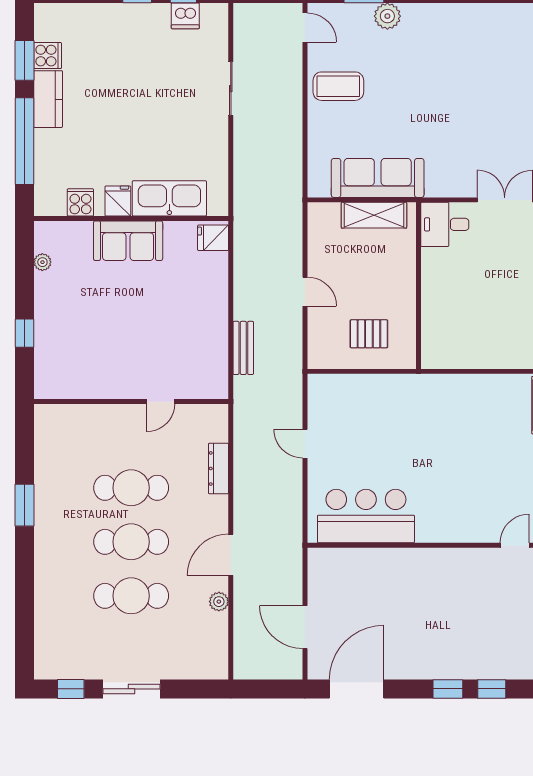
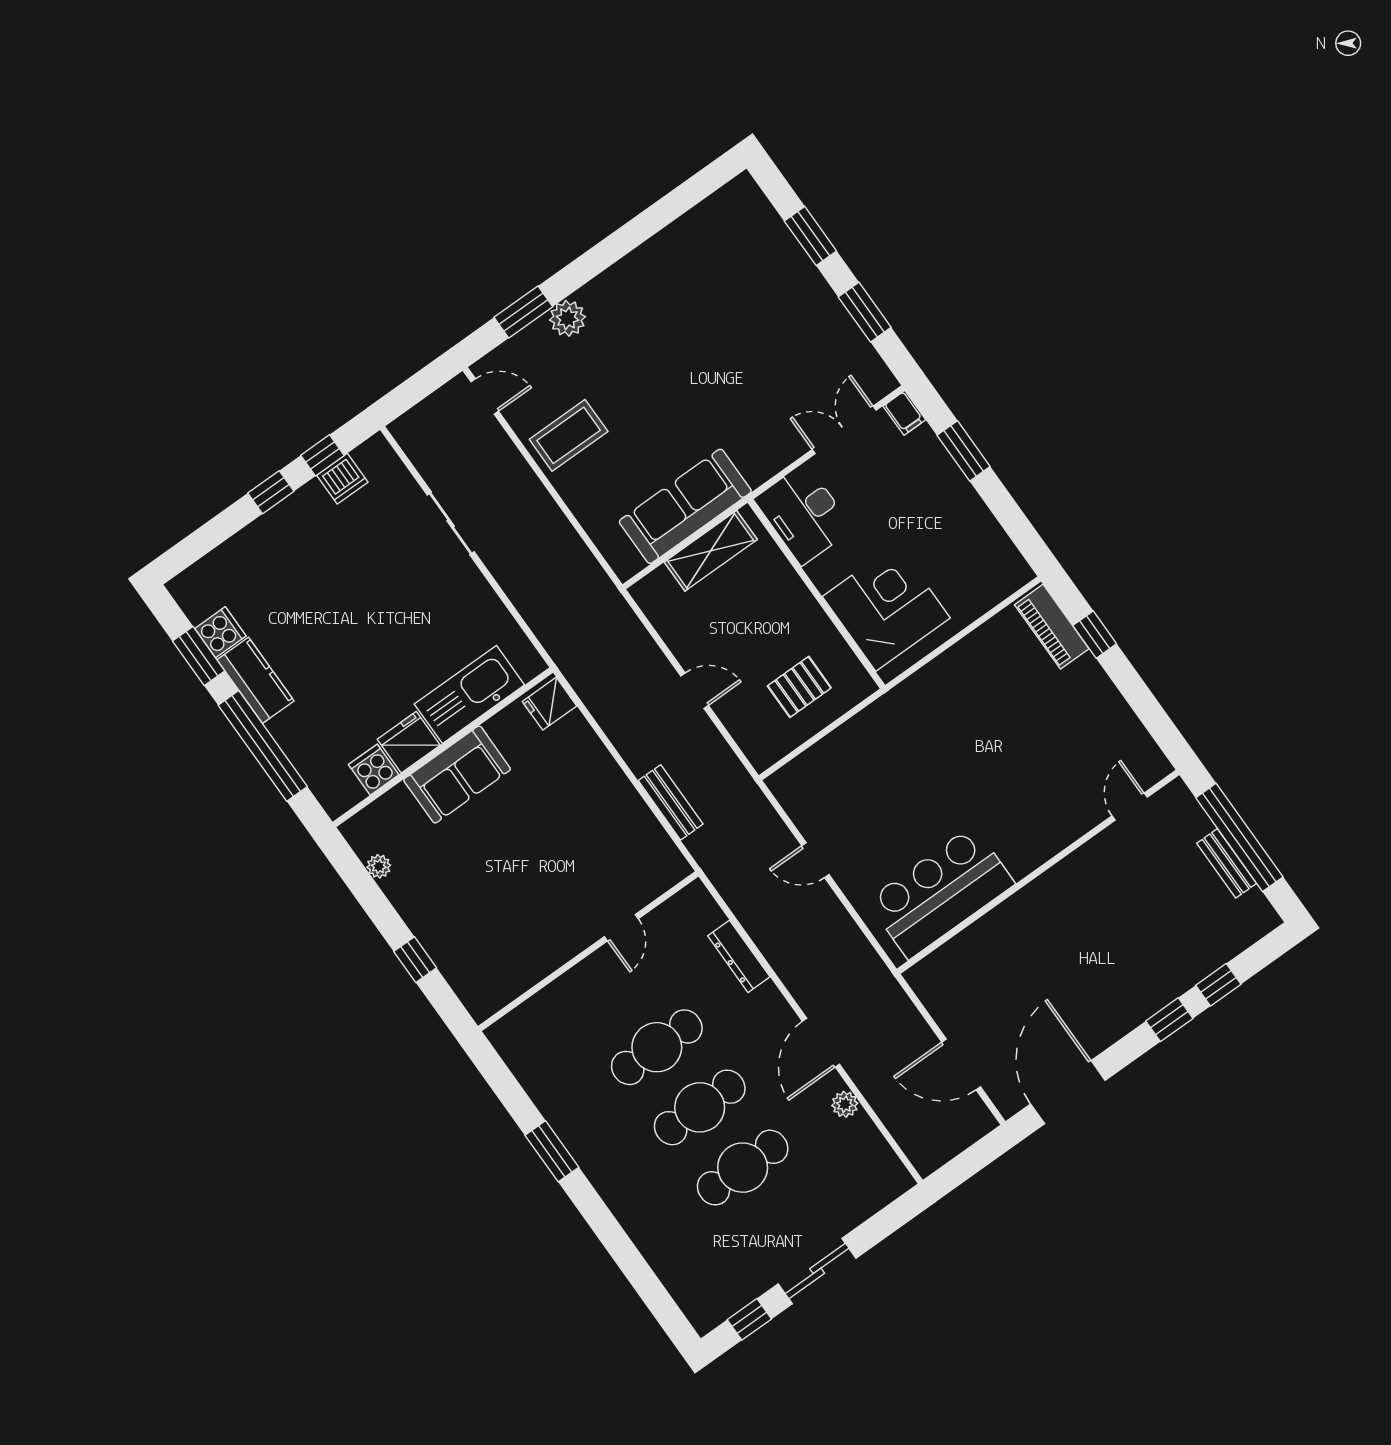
fridge: (118, 201) -> (409, 742), width x1.38
desk: (445, 224) -> (803, 514), width x1.37
corner desk: (454, 323) -> (886, 607), added

